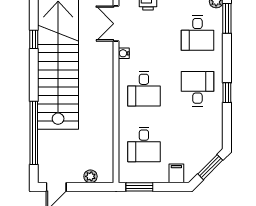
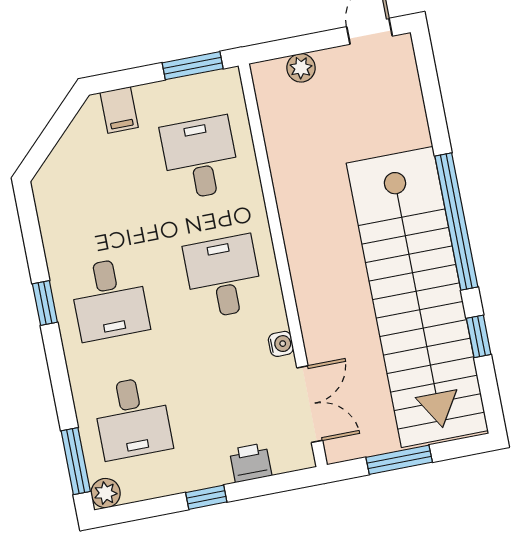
desk: (197, 33) -> (132, 418), turned 180
window: (34, 133) -> (456, 222), moved
window: (210, 167) -> (50, 137), removed

